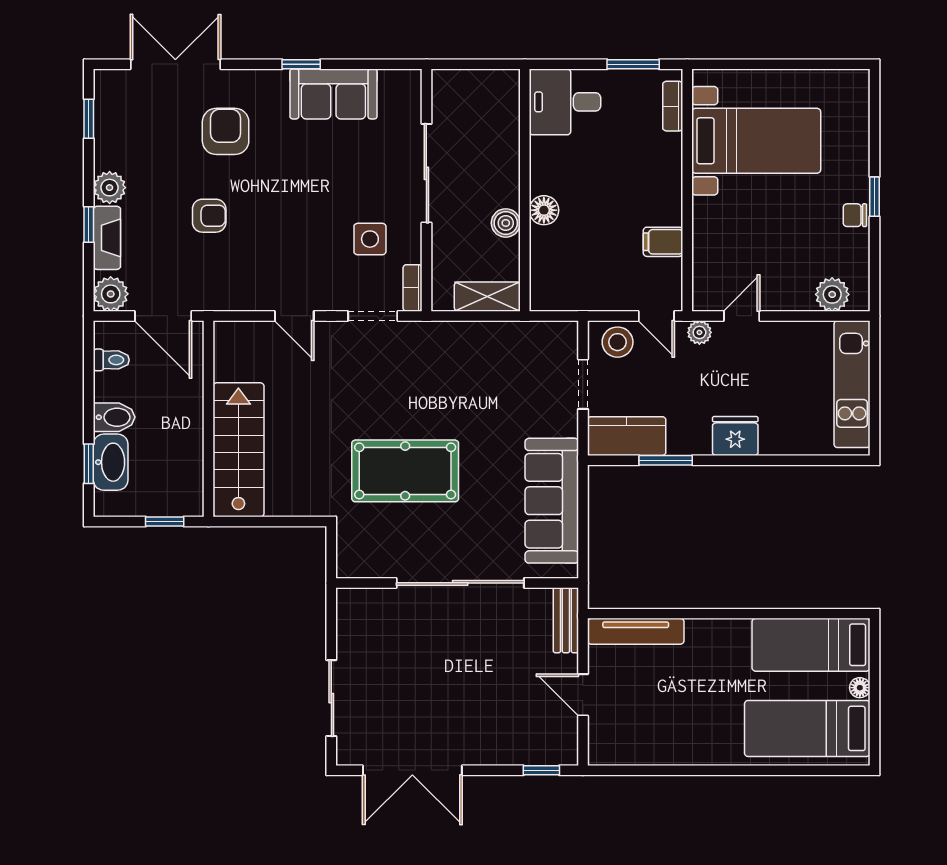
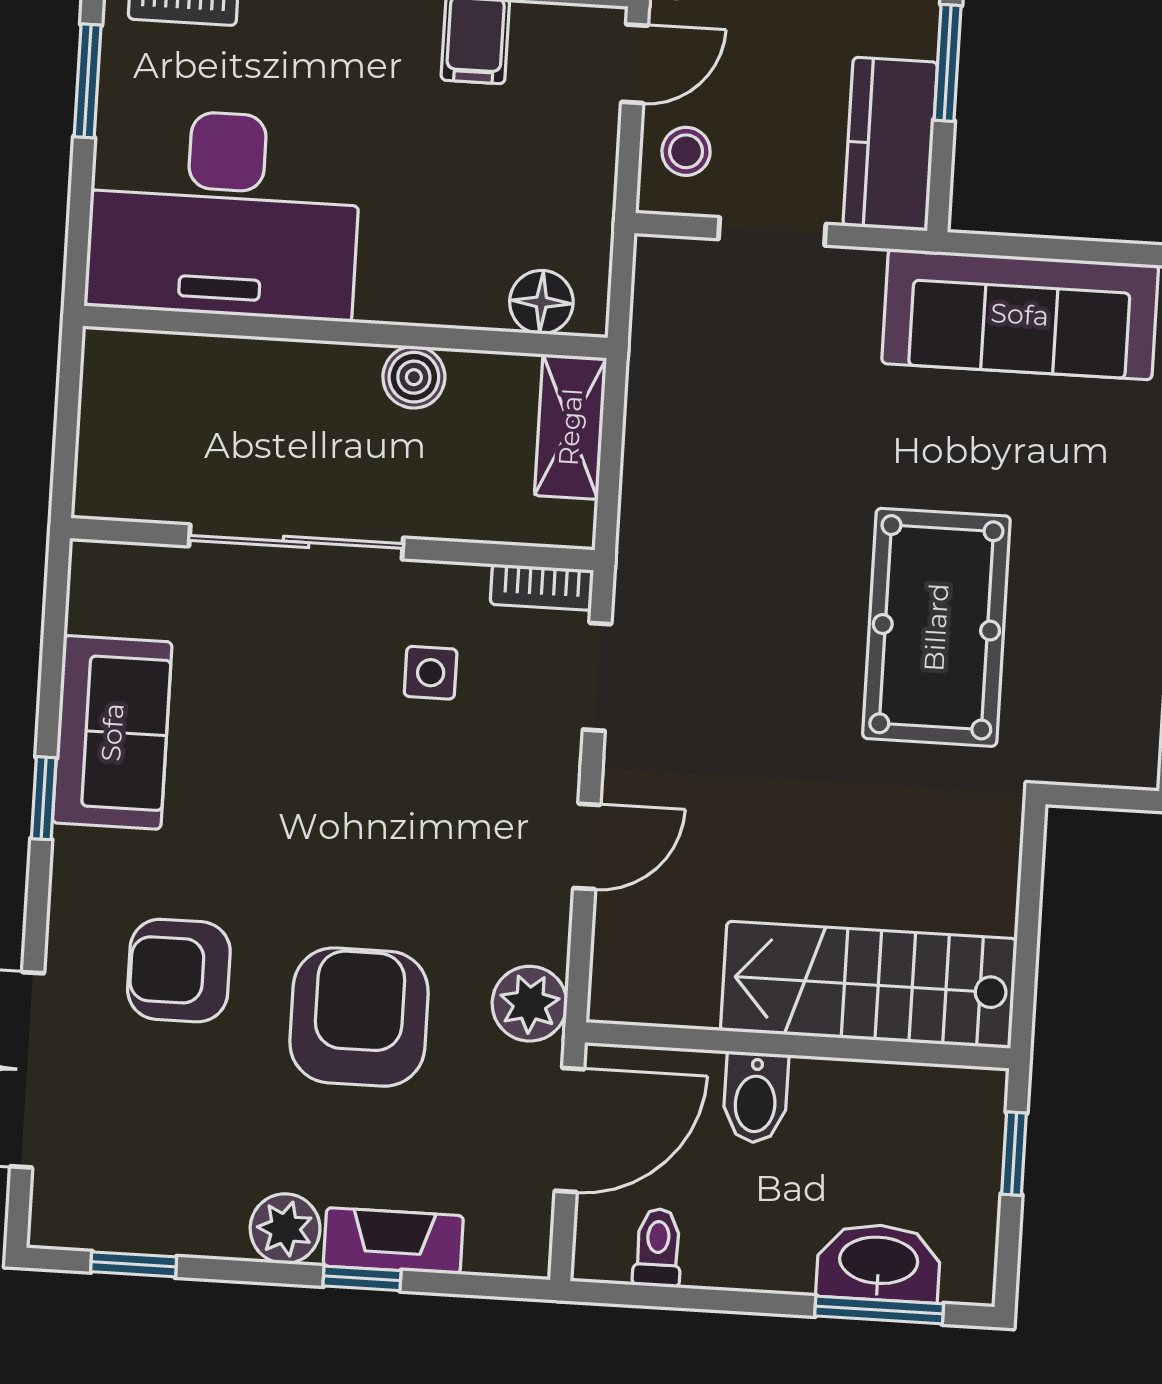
desk: (565, 102) -> (224, 214), width x1.87, depth x1.30
floor lamp: (544, 210) -> (541, 302), moved
armchair: (209, 216) -> (359, 1017), width x1.88, depth x1.88
side table: (370, 239) -> (431, 673), width x0.73, depth x0.73
plant: (111, 294) -> (530, 1004), moved
stool: (618, 342) -> (686, 151), width x0.73, depth x0.73
bidet: (114, 417) -> (755, 1098), moved, turned 180
window: (89, 464) -> (879, 1310), width x1.50

